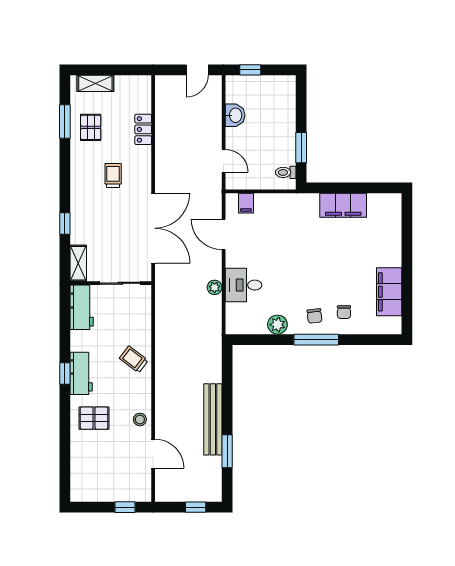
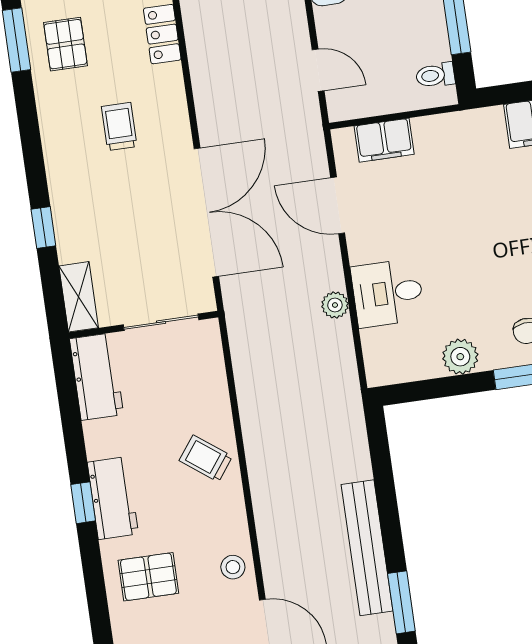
filing cabinet: (246, 203) -> (384, 140), width x2.00

